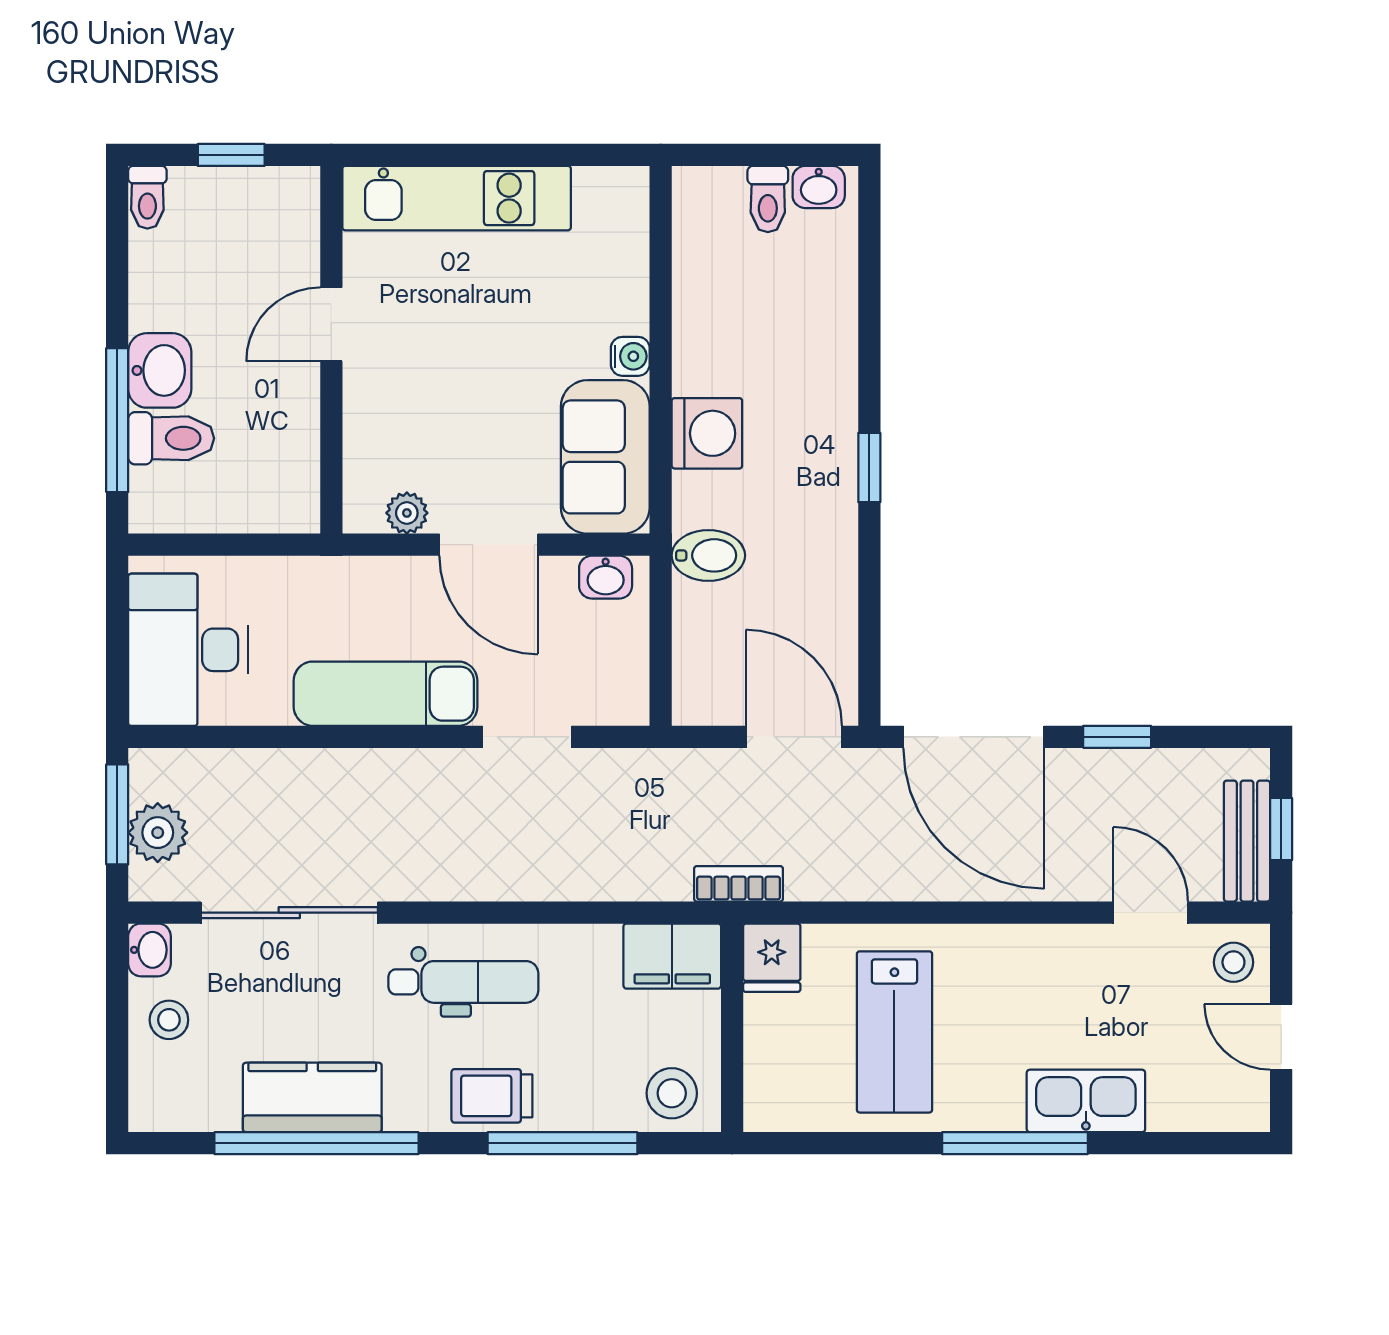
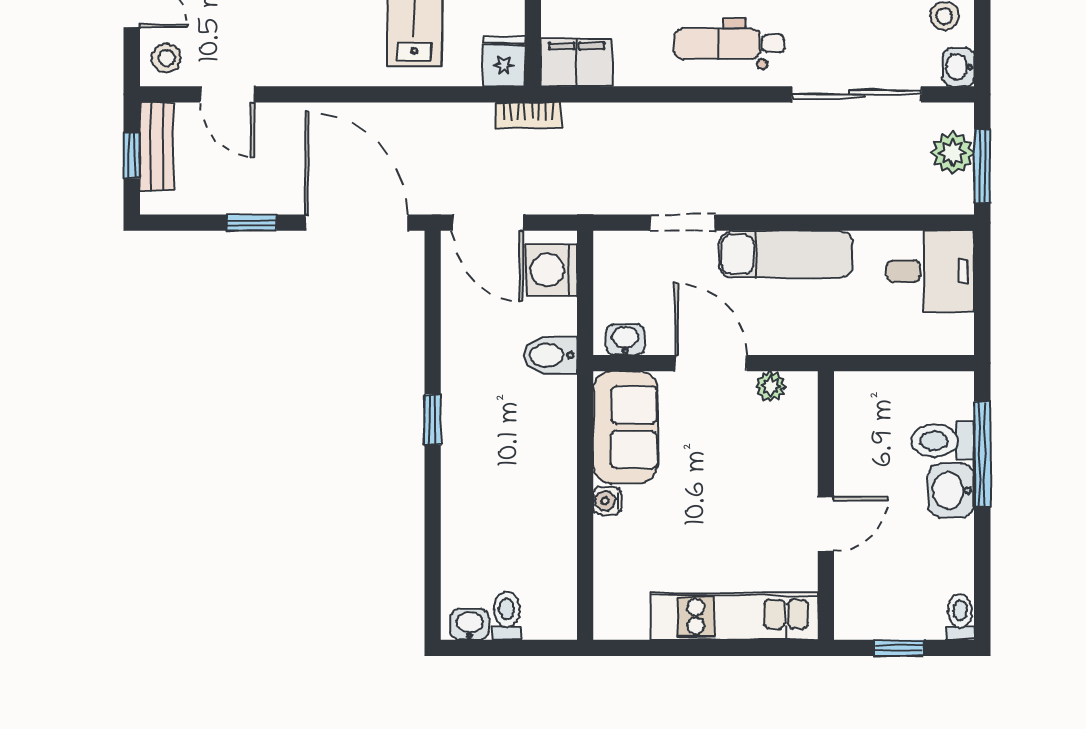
washing machine: (707, 433) -> (551, 270), moved
desk: (188, 650) -> (931, 271), width x0.73

